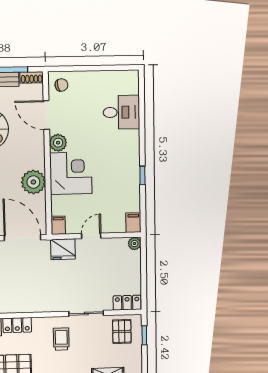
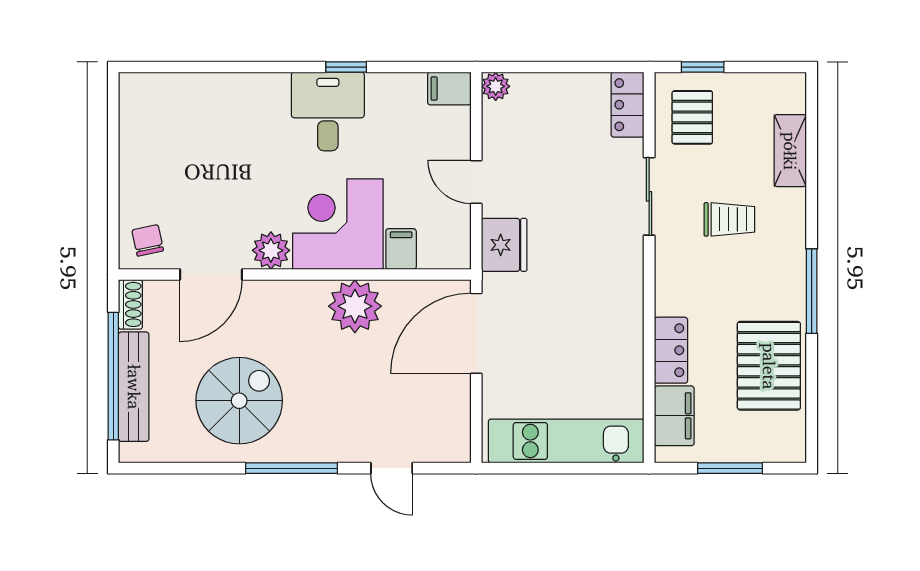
desk: (121, 112) -> (328, 111), moved
filing cabinet: (58, 225) -> (401, 249), moved, turned 90
pallet: (122, 331) -> (692, 117), turned 90
trolley: (61, 339) -> (729, 219), moved, turned 180

